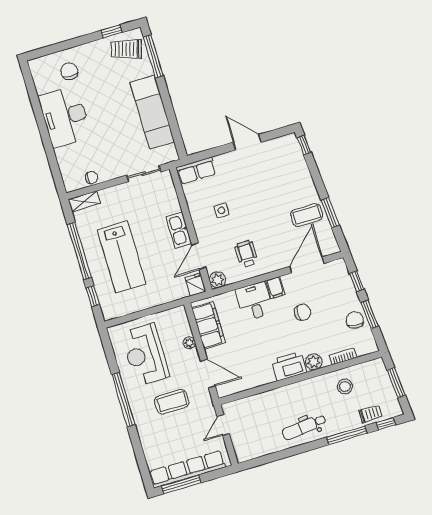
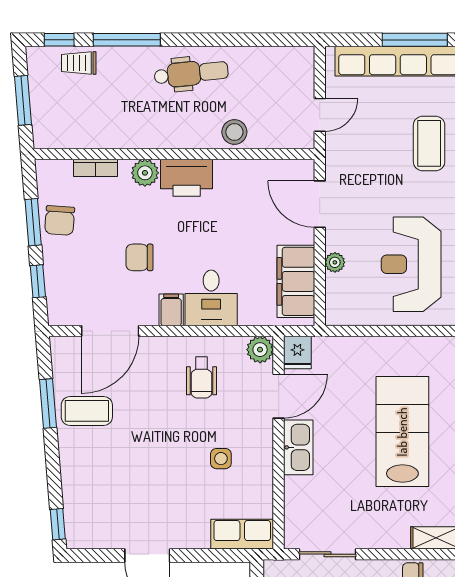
reception desk: (145, 355) -> (411, 264), turned 180
stool: (345, 387) -> (234, 132), moved
coffee table: (172, 402) -> (429, 143), moved, turned 90

